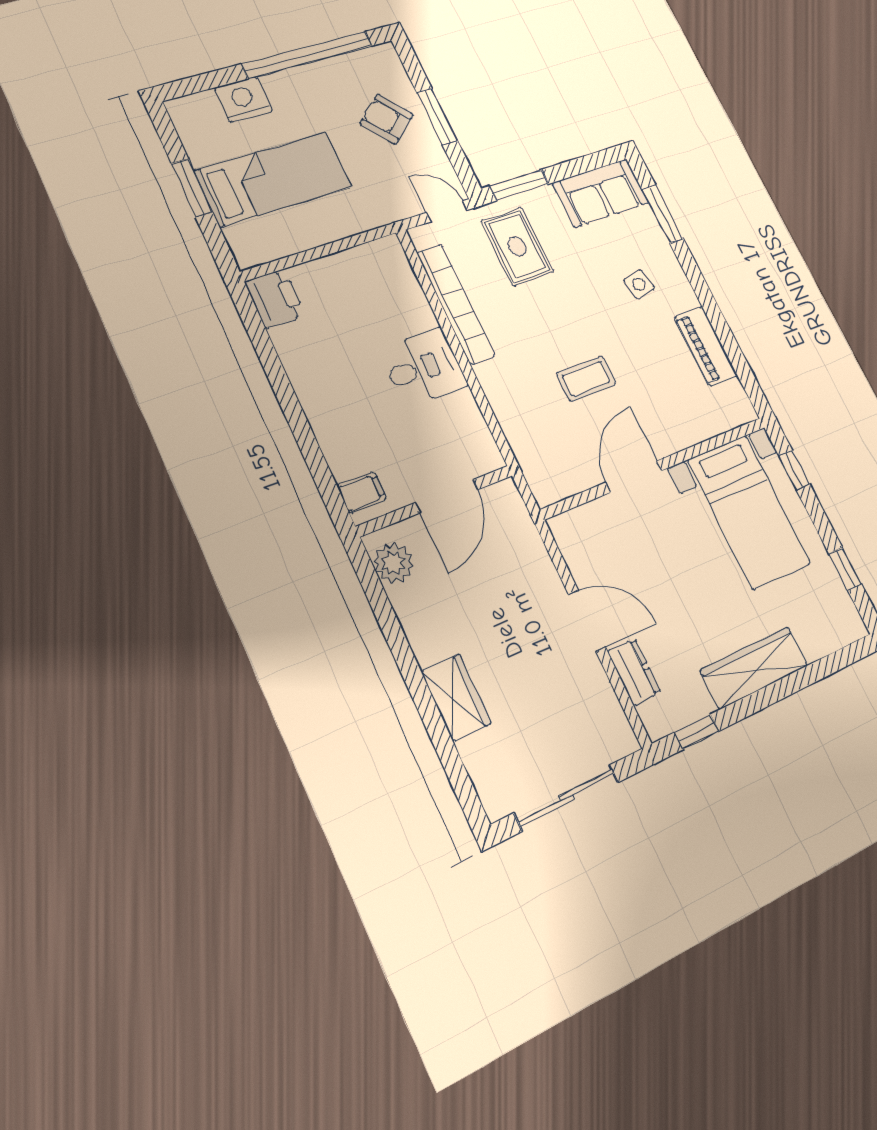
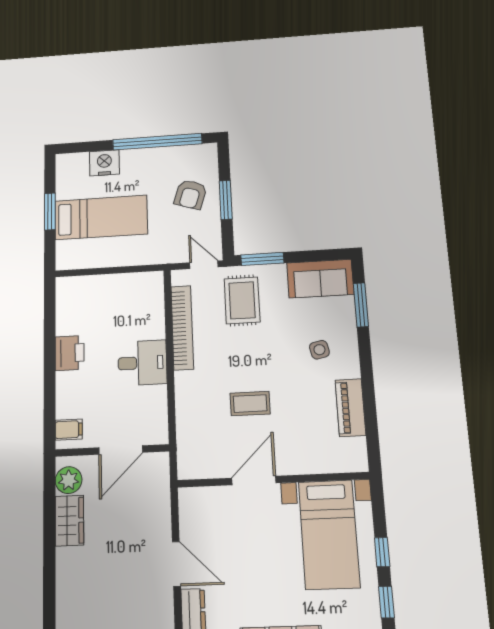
armchair: (387, 119) -> (190, 194), turned -123
printer: (275, 299) -> (70, 353), moved
window: (794, 470) -> (382, 552), moved
wardrobe: (456, 697) -> (69, 521), moved

